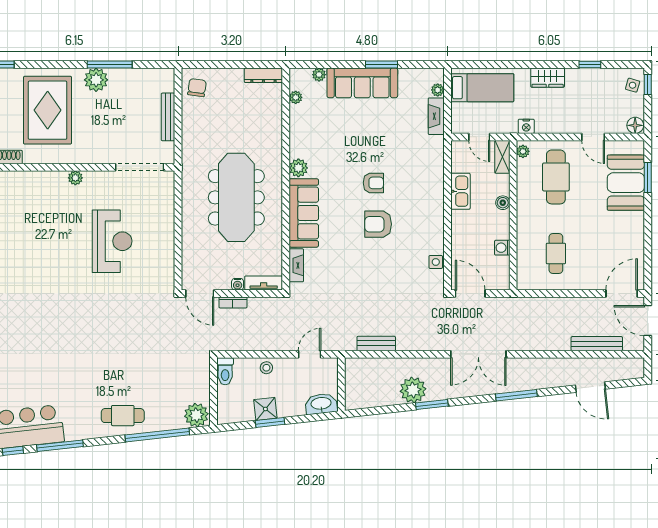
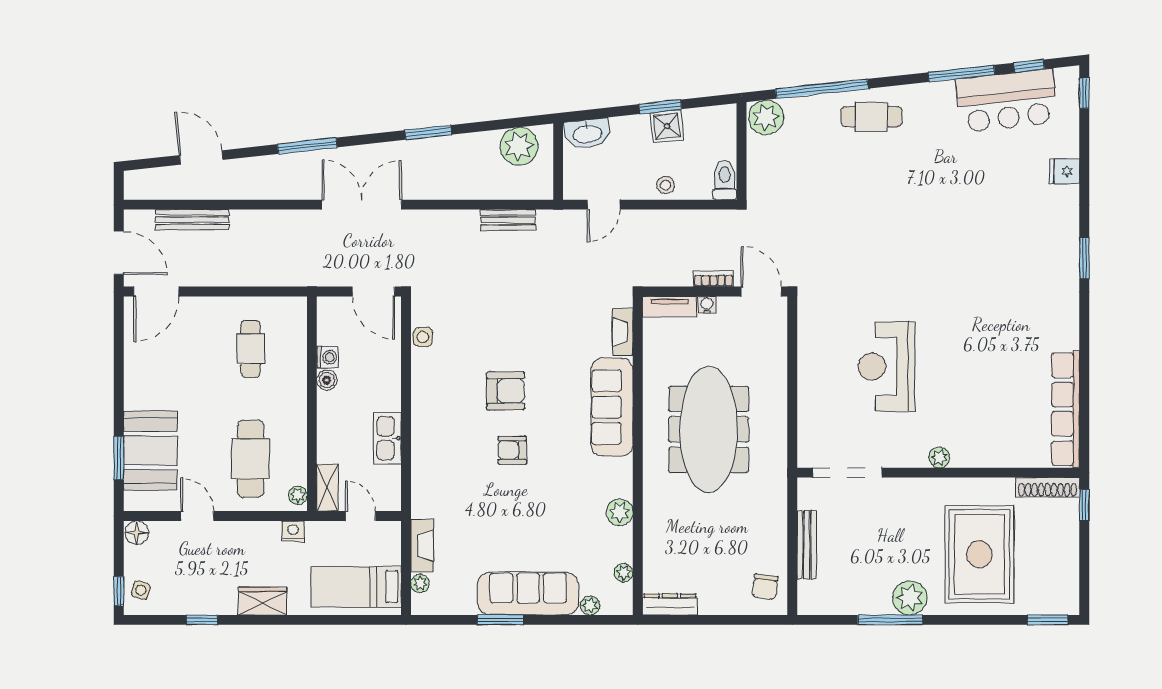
plant: (298, 168) -> (620, 512), moved
boiler: (503, 203) -> (327, 380), moved
plant: (413, 390) -> (519, 146), moved

